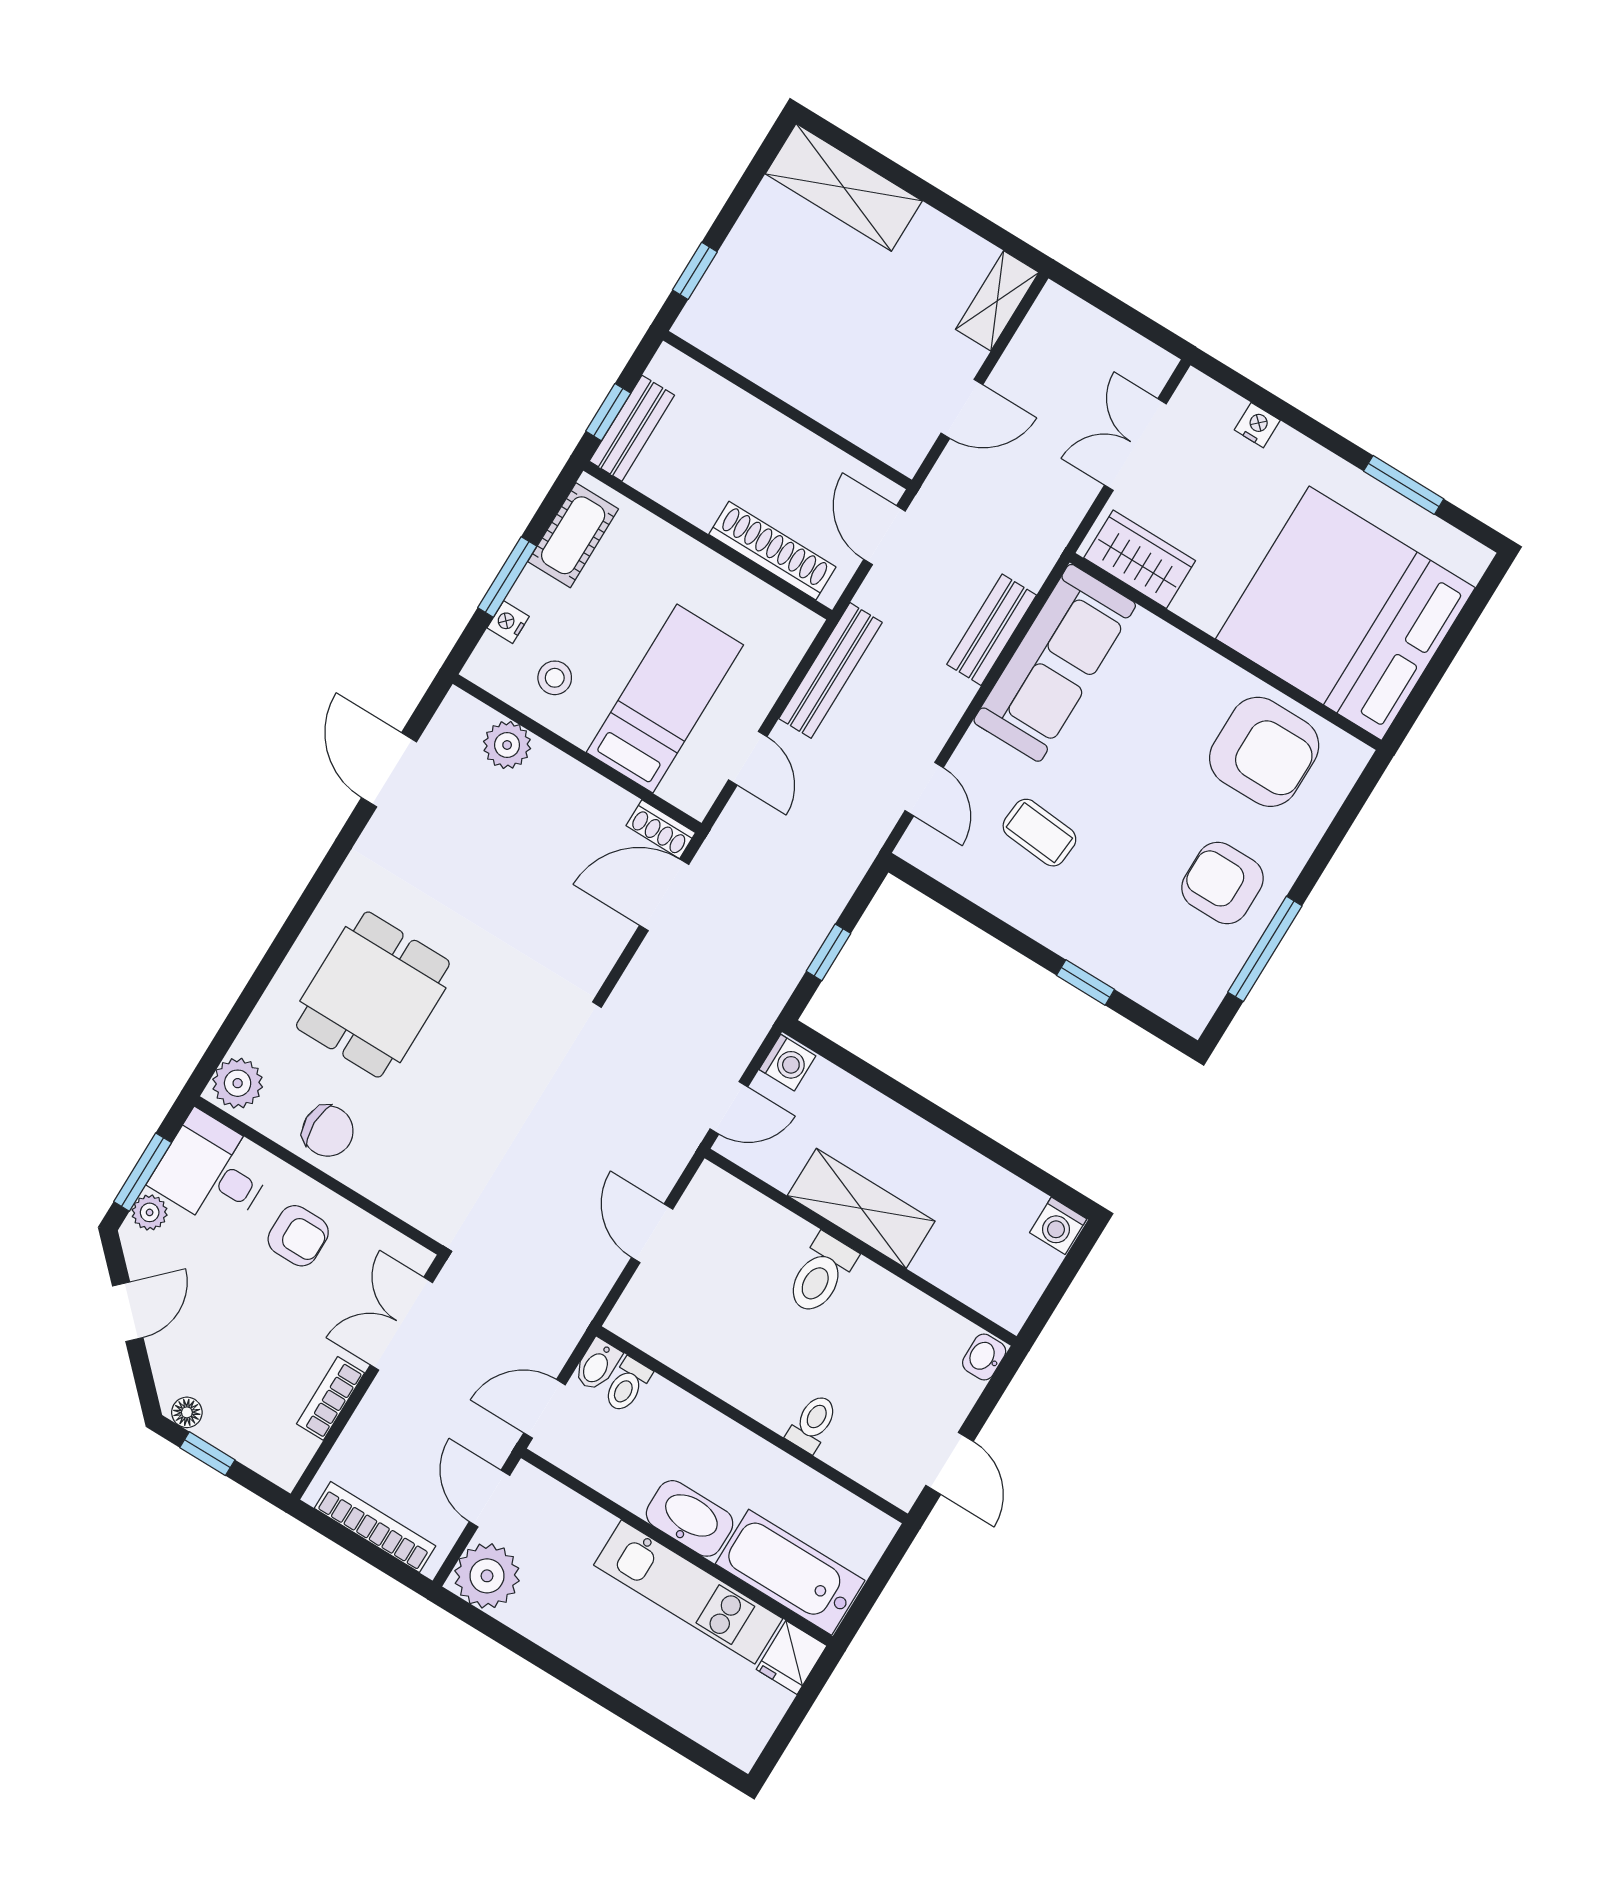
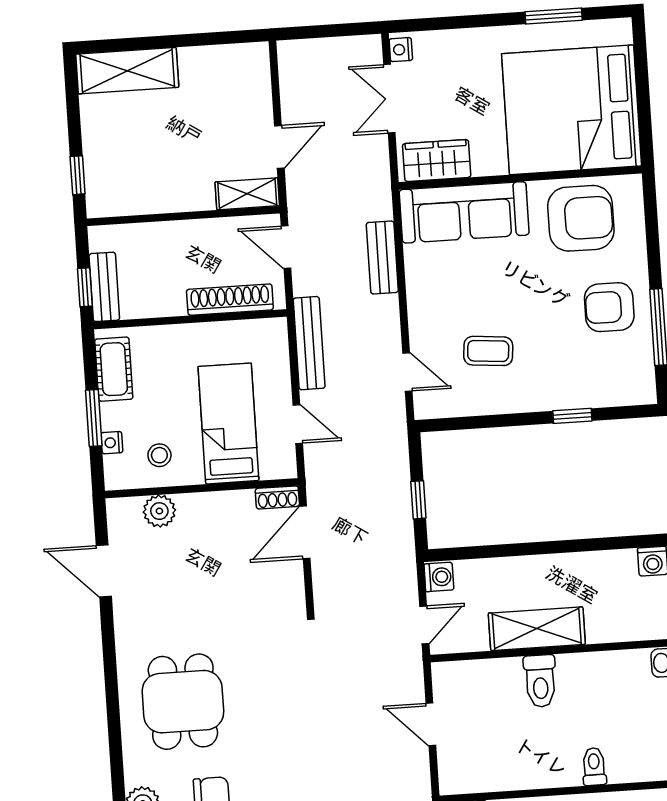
shelving: (997, 301) -> (247, 194), moved, turned 90
nightstand: (1257, 425) -> (401, 50), moved, turned -90
sofa: (1055, 663) -> (464, 212), moved, turned 90

